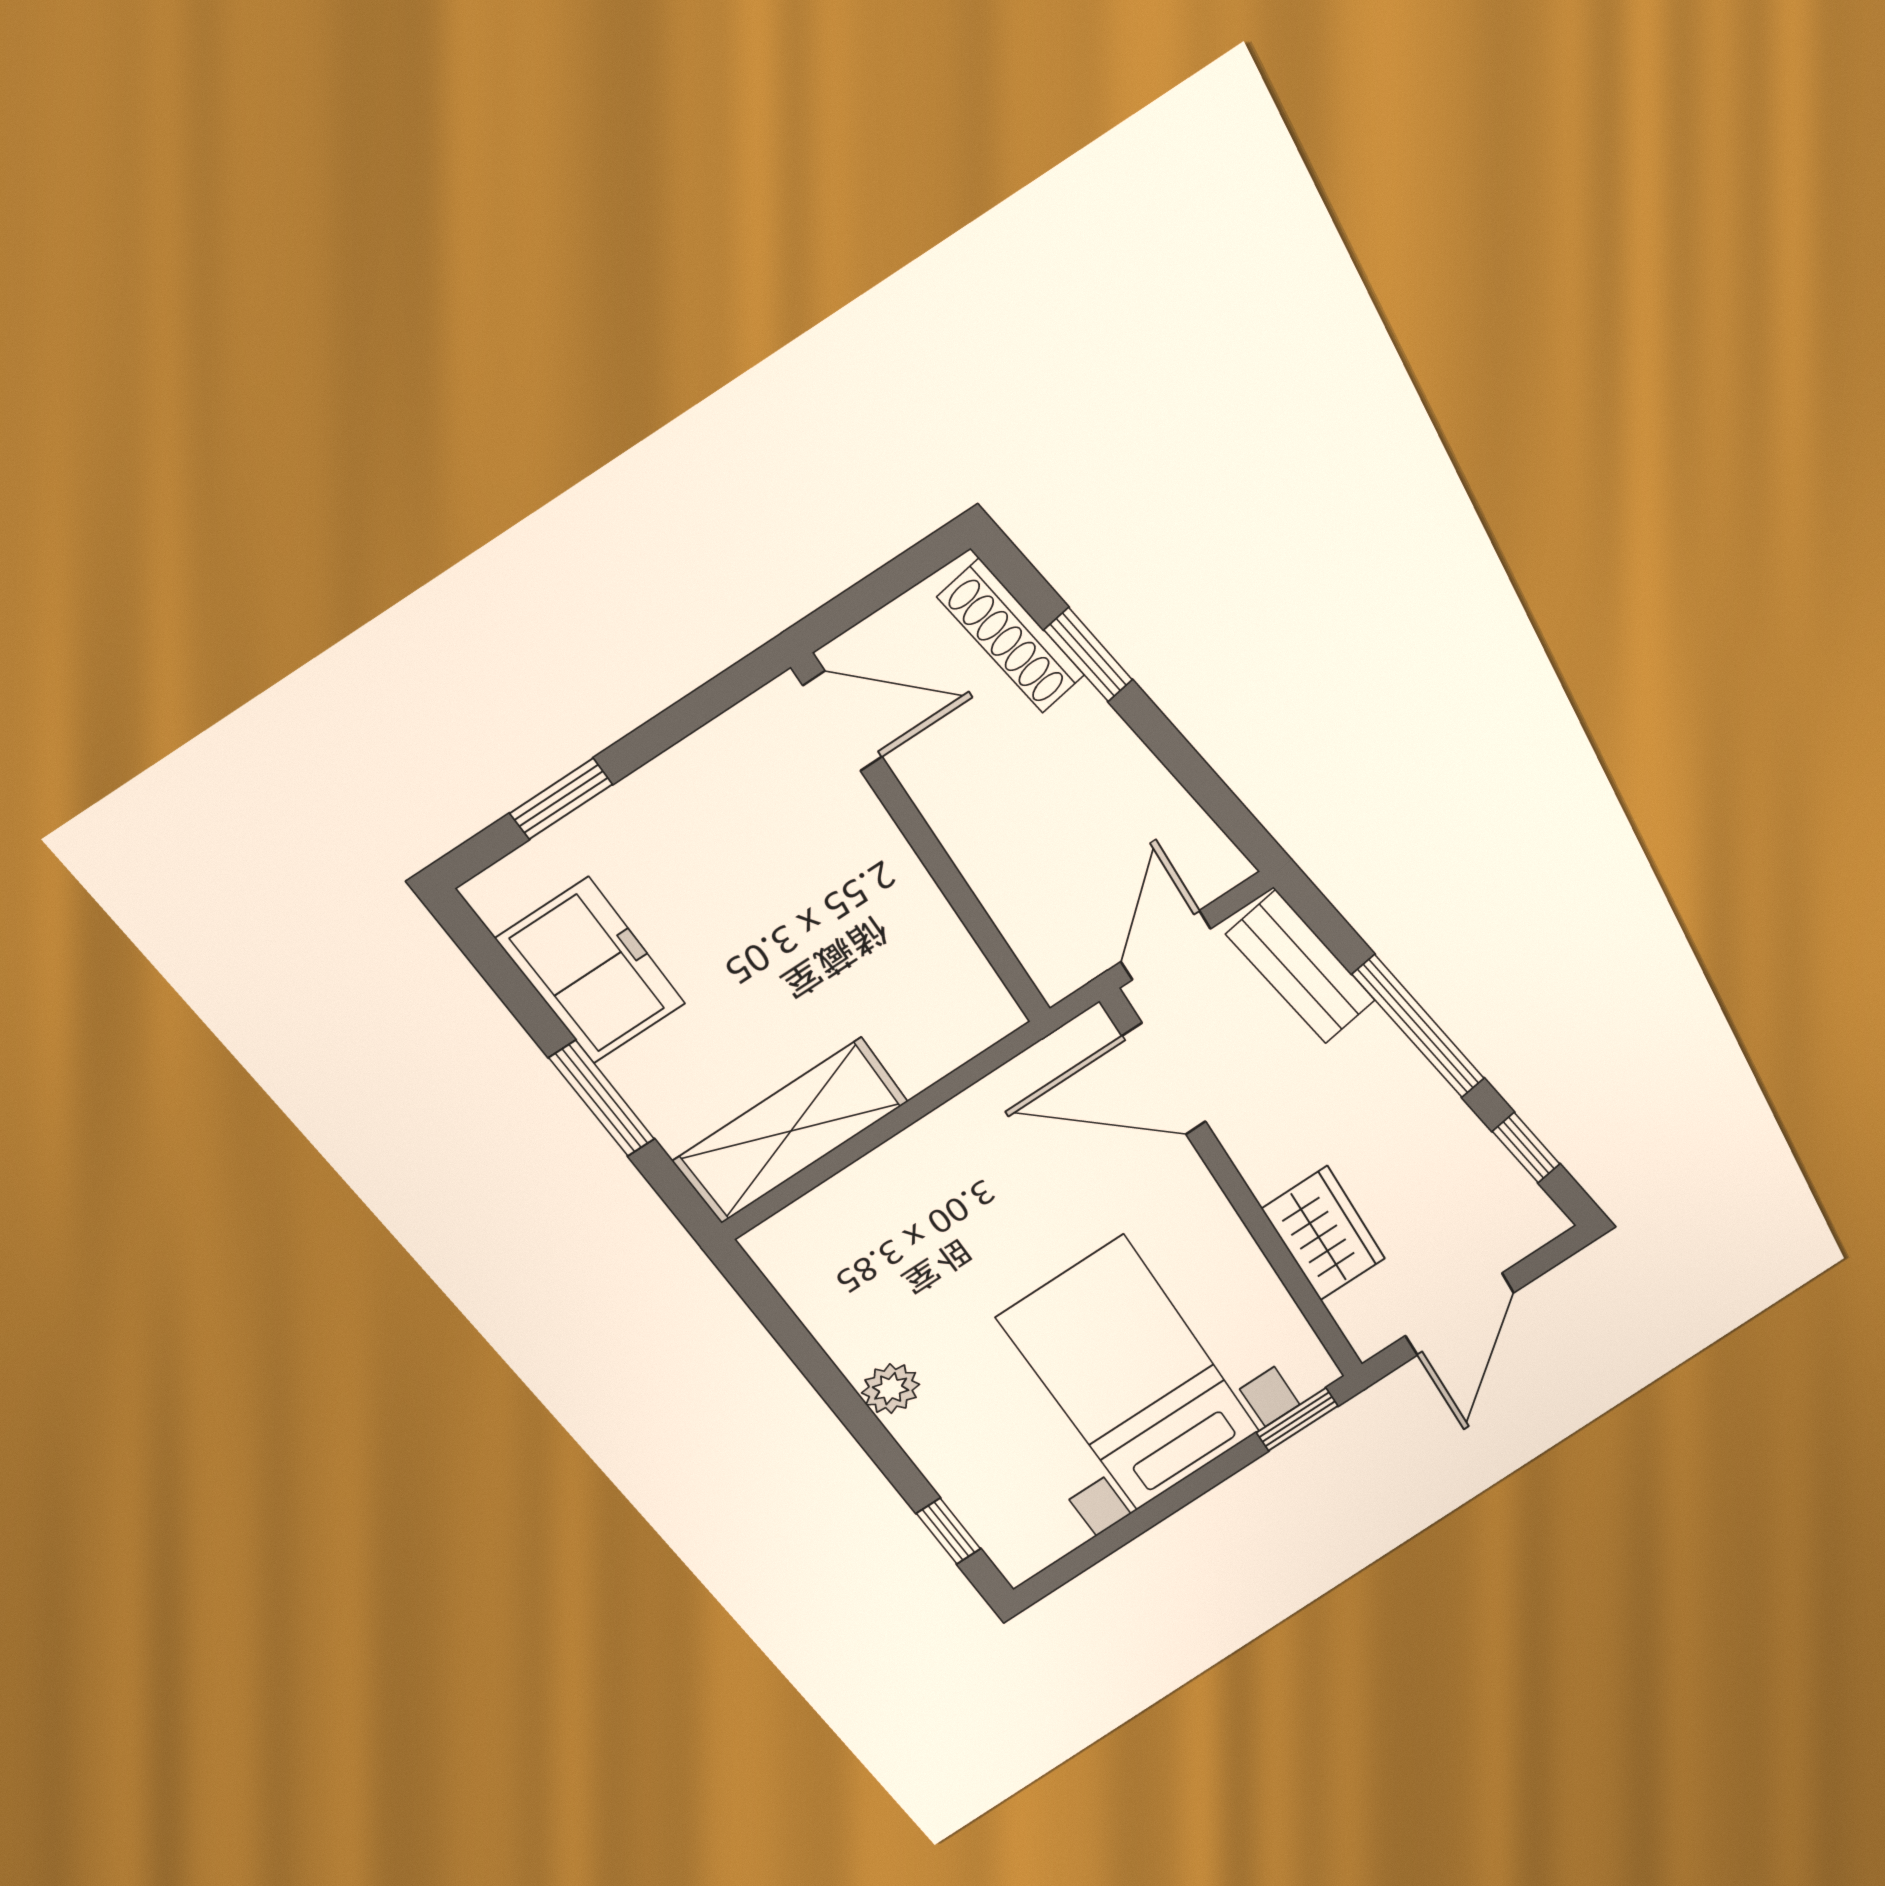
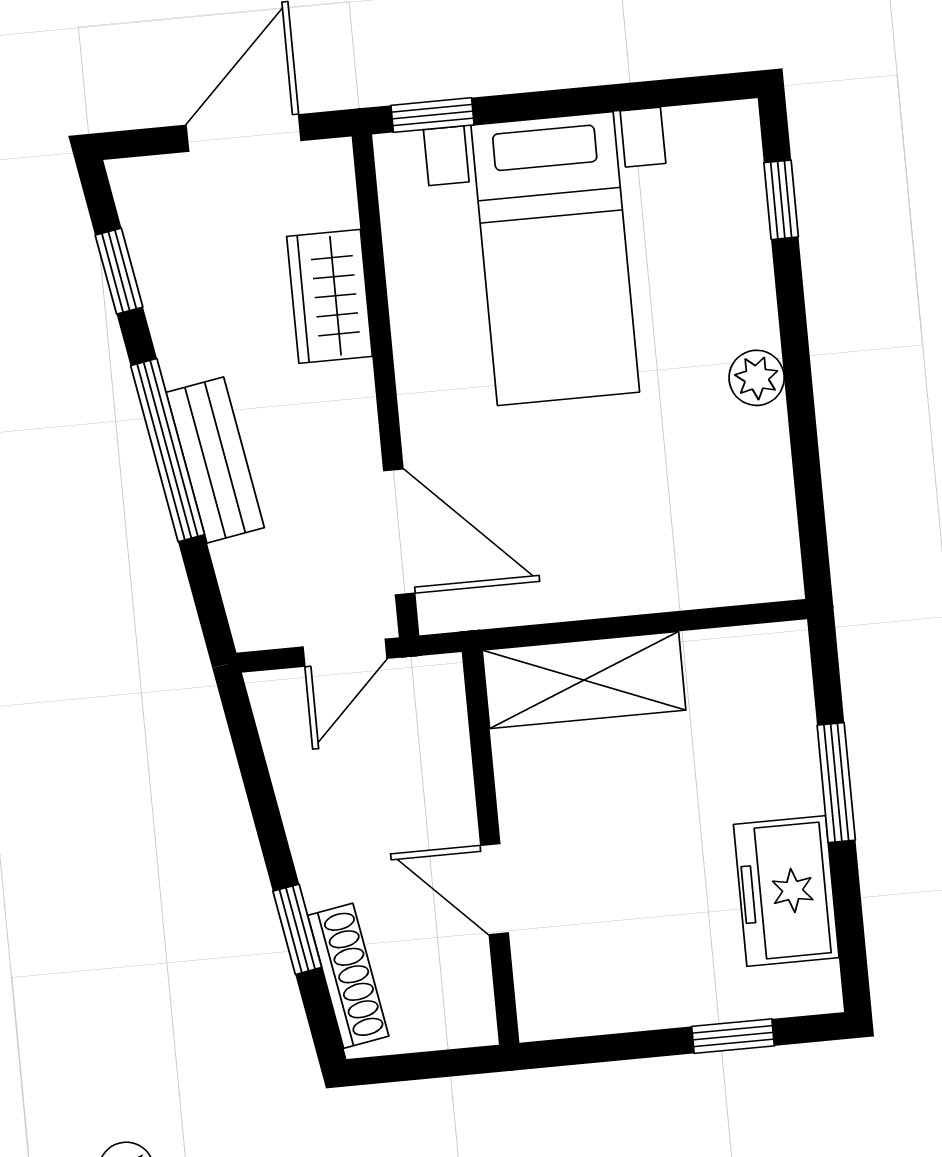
door: (843, 721) -> (495, 889), moved
bench: (1301, 968) -> (215, 460), moved
shelving: (791, 1131) -> (584, 680), moved

